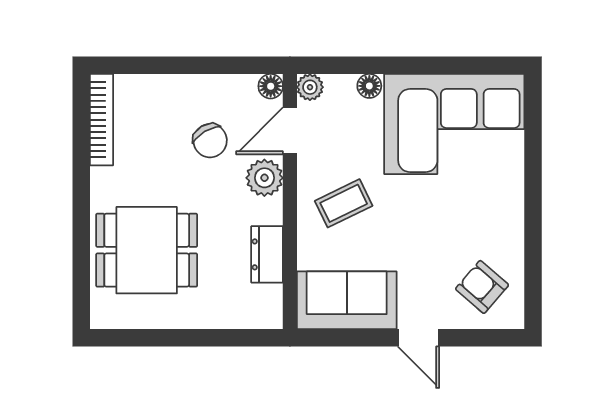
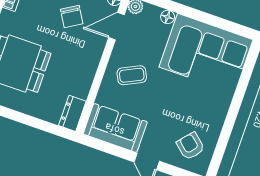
plant: (264, 178) -> (94, 47), removed
dresser: (267, 254) -> (72, 113), moved

